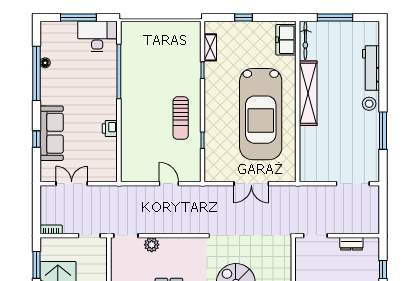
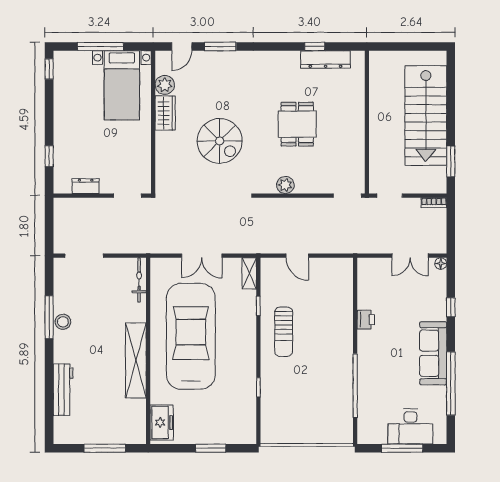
window: (244, 18) -> (211, 448), width x1.50
desk: (97, 36) -> (410, 426), moved
bicycle: (305, 40) -> (139, 280), moved
shelving: (210, 47) -> (249, 273), moved
floor lamp: (45, 63) -> (441, 264), moved
stool: (369, 104) -> (63, 322), moved
sun lounger: (181, 118) -> (284, 332), turned 180
sofa: (52, 133) -> (433, 353), moved
double door: (251, 184) -> (202, 256), swing flipped
plant: (152, 245) -> (285, 185), moved

